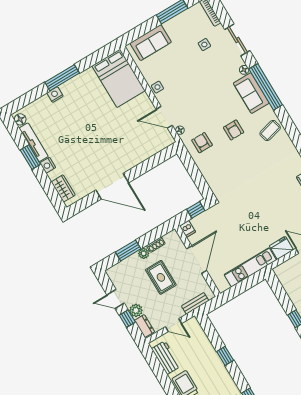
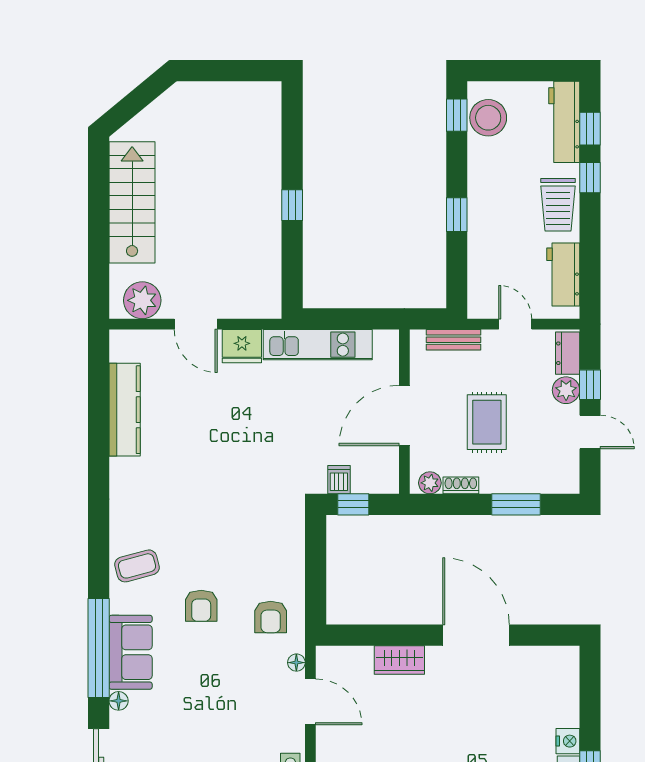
armchair: (234, 130) -> (201, 606), turned 180
wardrobe: (63, 188) -> (399, 660), moved, turned -90
dishwasher: (187, 229) -> (339, 480), moved
plant: (144, 253) -> (430, 483), moved

